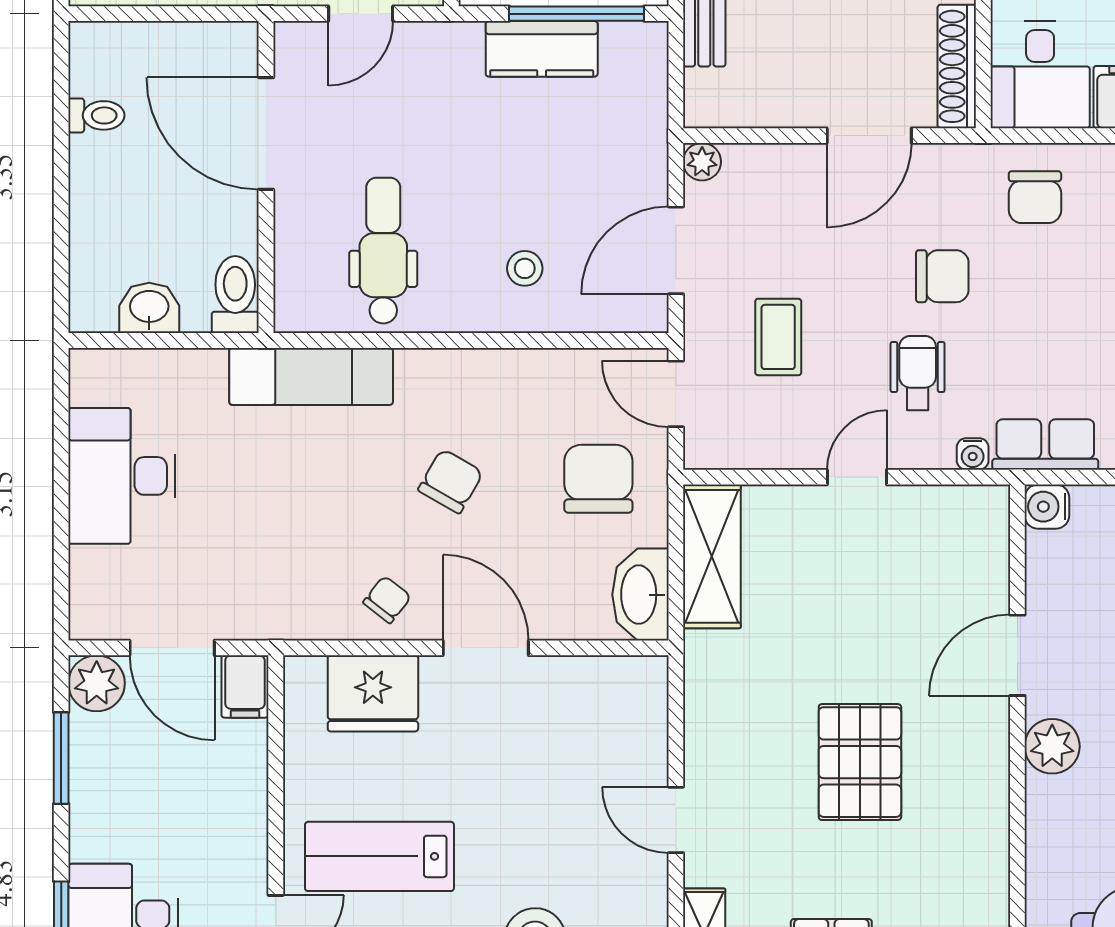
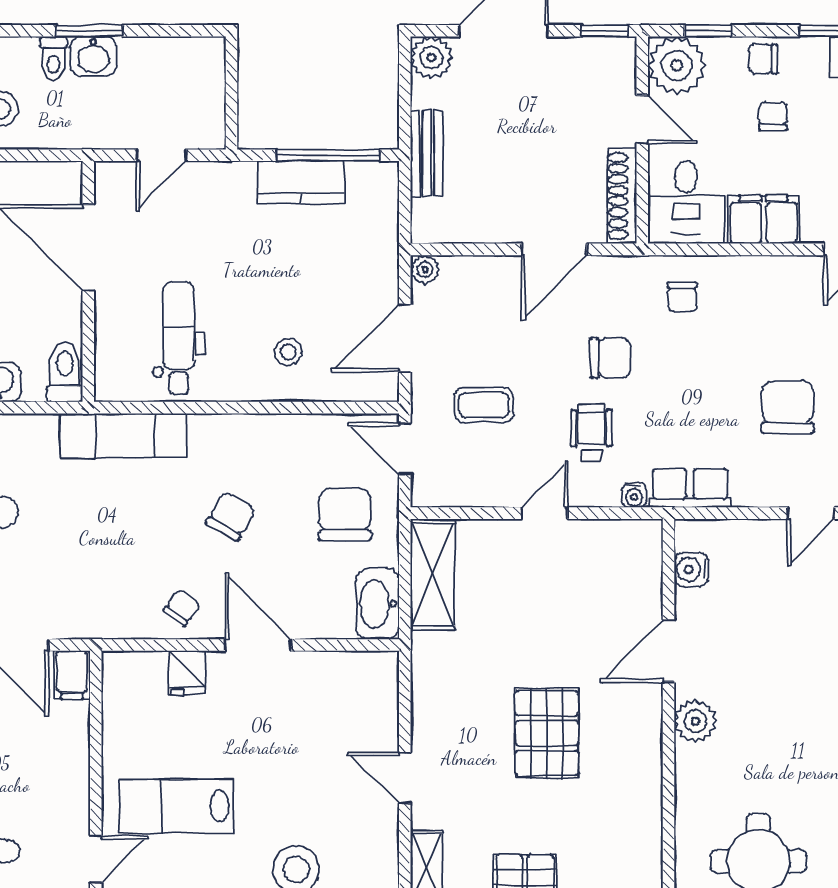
chair: (1035, 197) -> (682, 297), width x0.73, depth x0.73
coffee table: (778, 337) -> (484, 405), turned 90
water cooler: (1047, 507) -> (691, 570), moved
fridge: (373, 693) -> (187, 673), width x0.53, depth x0.75

